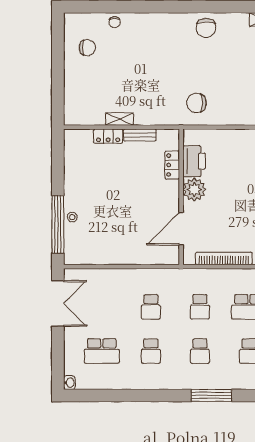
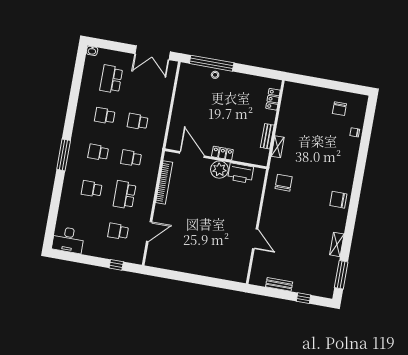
shelving: (119, 119) -> (278, 147), moved
locker: (108, 136) -> (273, 99), moved
locker: (172, 165) -> (222, 153), moved

